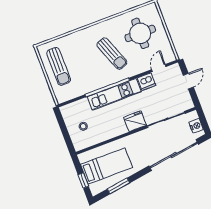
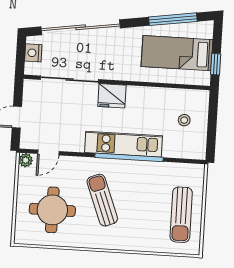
plant: (171, 57) -> (26, 160), added
sun lounger: (59, 66) -> (181, 215), turned 180
dishwasher: (146, 82) -> (73, 142), removed
window: (83, 180) -> (216, 64), moved
window: (119, 186) -> (173, 19), width x1.44

